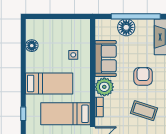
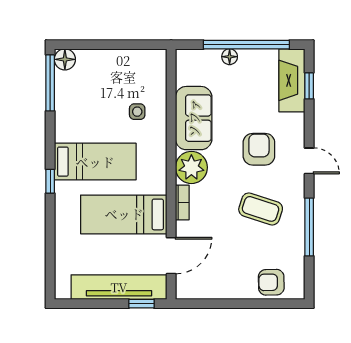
floor lamp: (126, 27) -> (230, 57), width x0.53, depth x0.53
window: (23, 38) -> (50, 83), added
floor lamp: (32, 46) -> (65, 59), moved
window: (23, 114) -> (50, 181), moved

